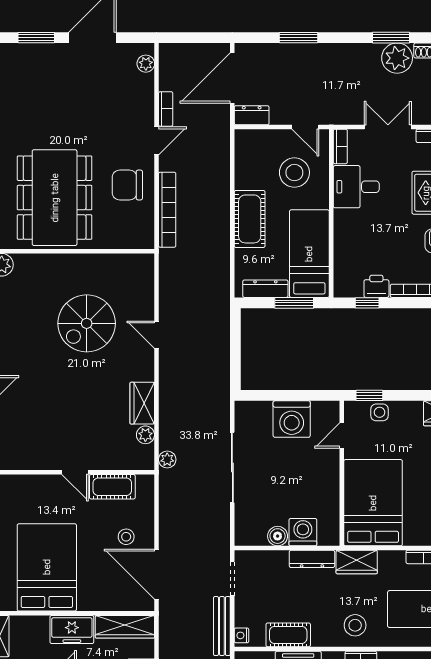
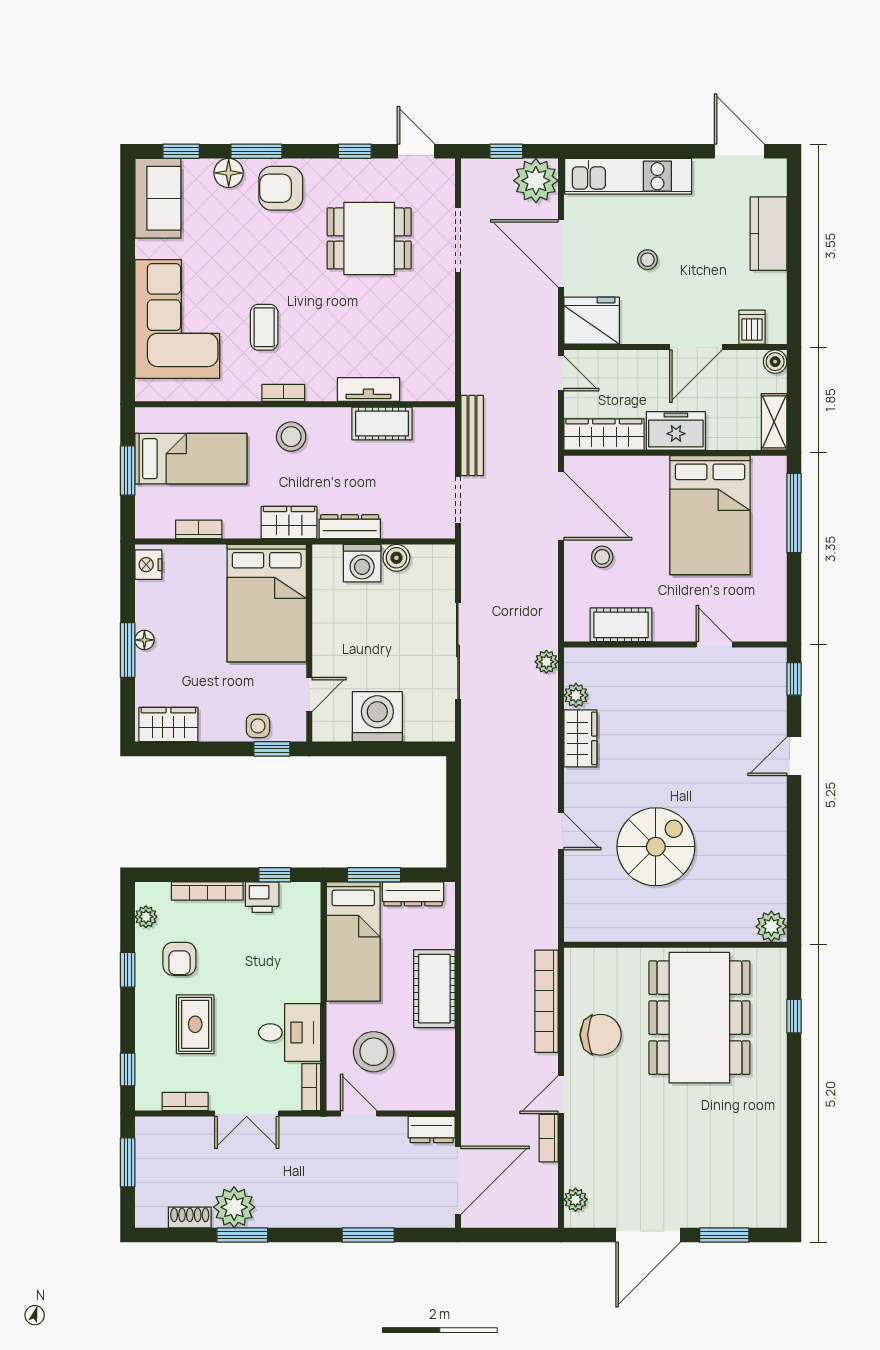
door: (75, 472) -> (714, 645), moved
nightstand: (242, 635) -> (445, 423), removed

